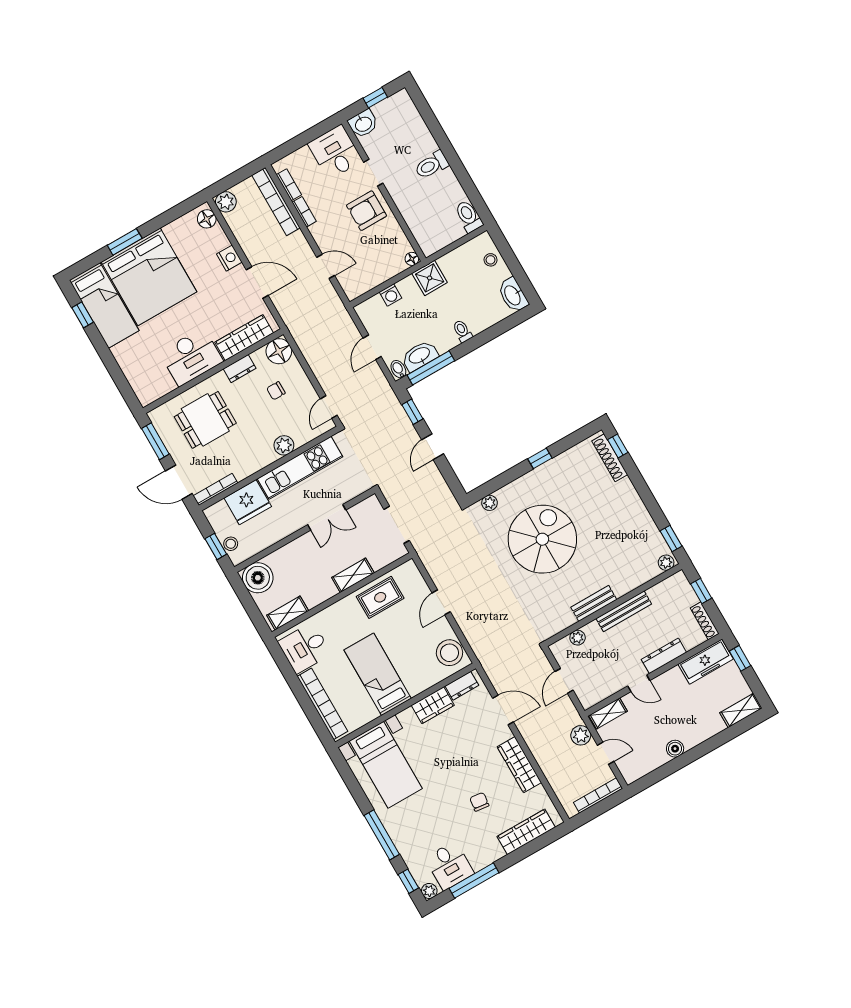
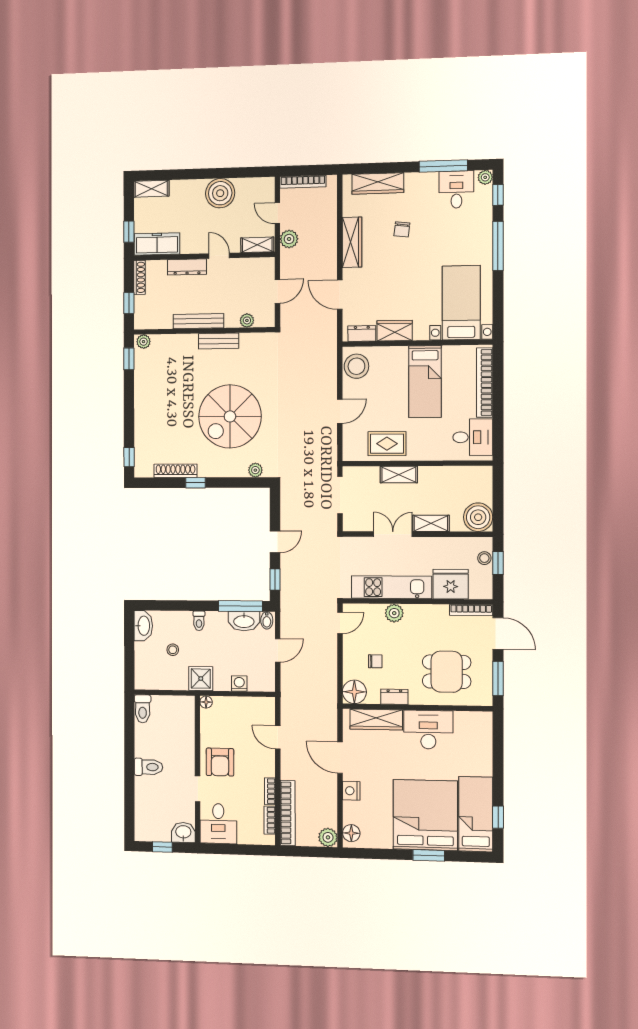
armchair: (366, 211) -> (220, 762), turned 90
stool: (491, 260) -> (173, 650), moved
shoe rack: (610, 458) -> (175, 471), moved, turned -90
shelving: (288, 613) -> (431, 523), moved
boiler: (675, 749) -> (220, 193), width x1.86, depth x1.86

